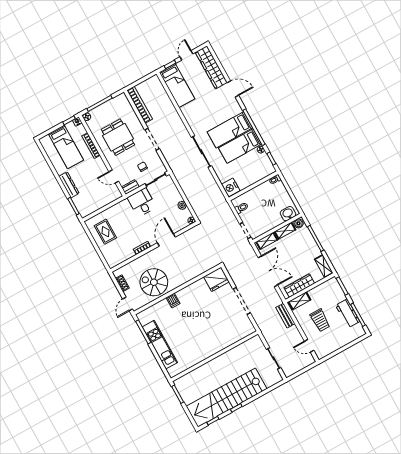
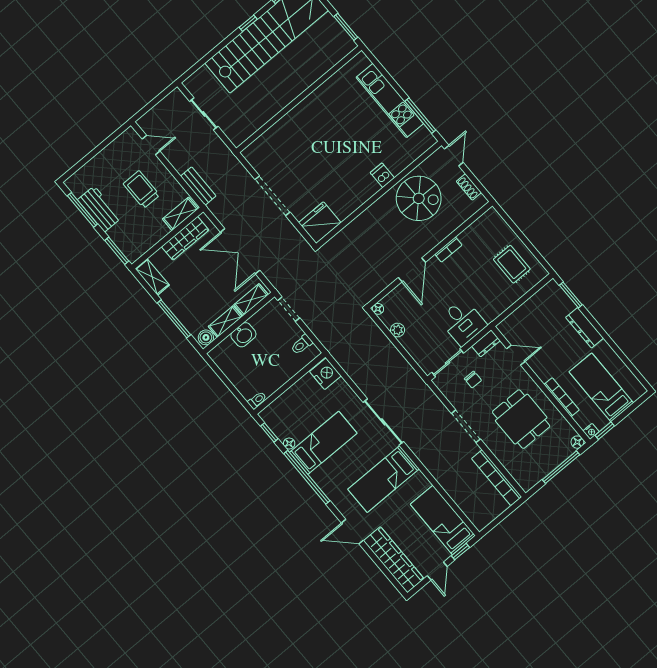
bed: (230, 130) -> (384, 479), moved, turned 180
washbasin: (288, 214) -> (243, 335), moved

